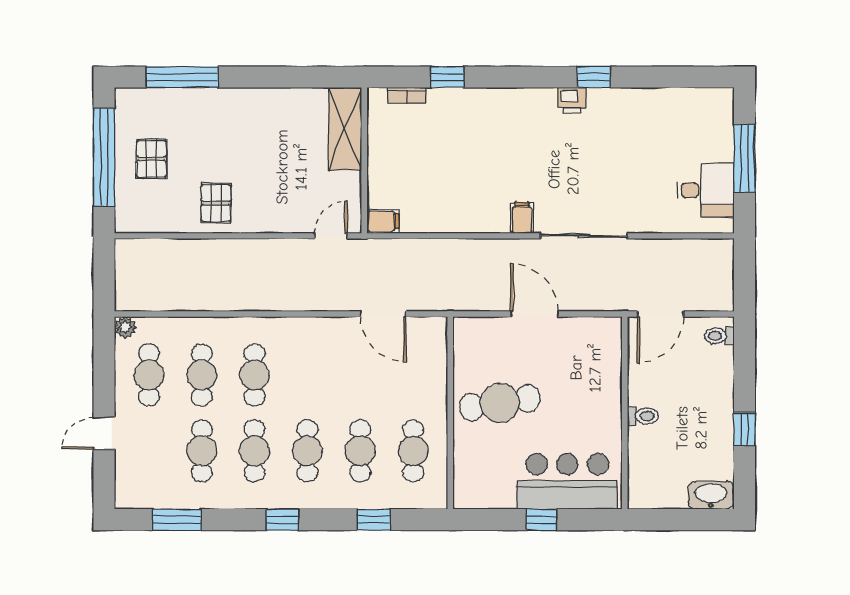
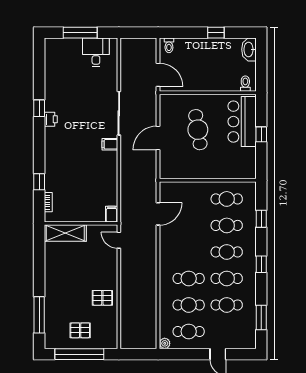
cafe table: (500, 403) -> (198, 130), moved
toilet: (643, 416) -> (245, 84), moved

